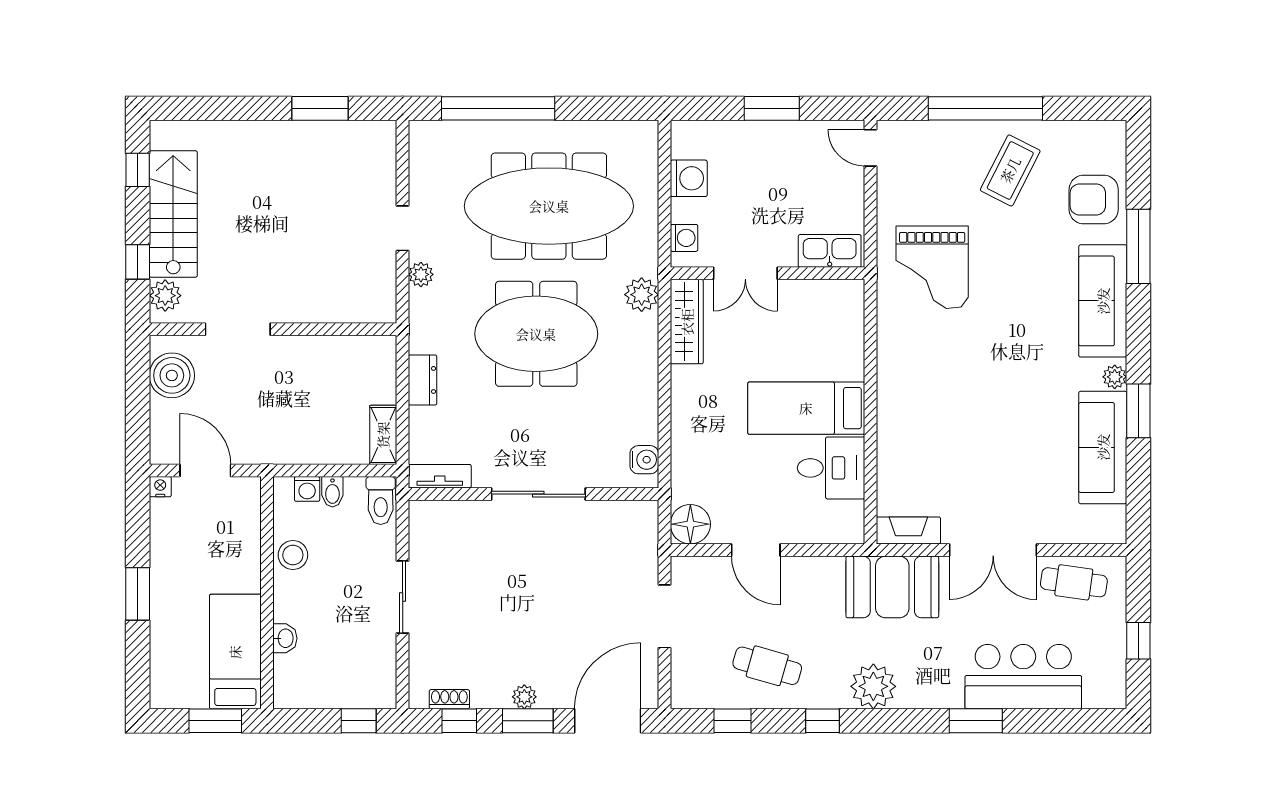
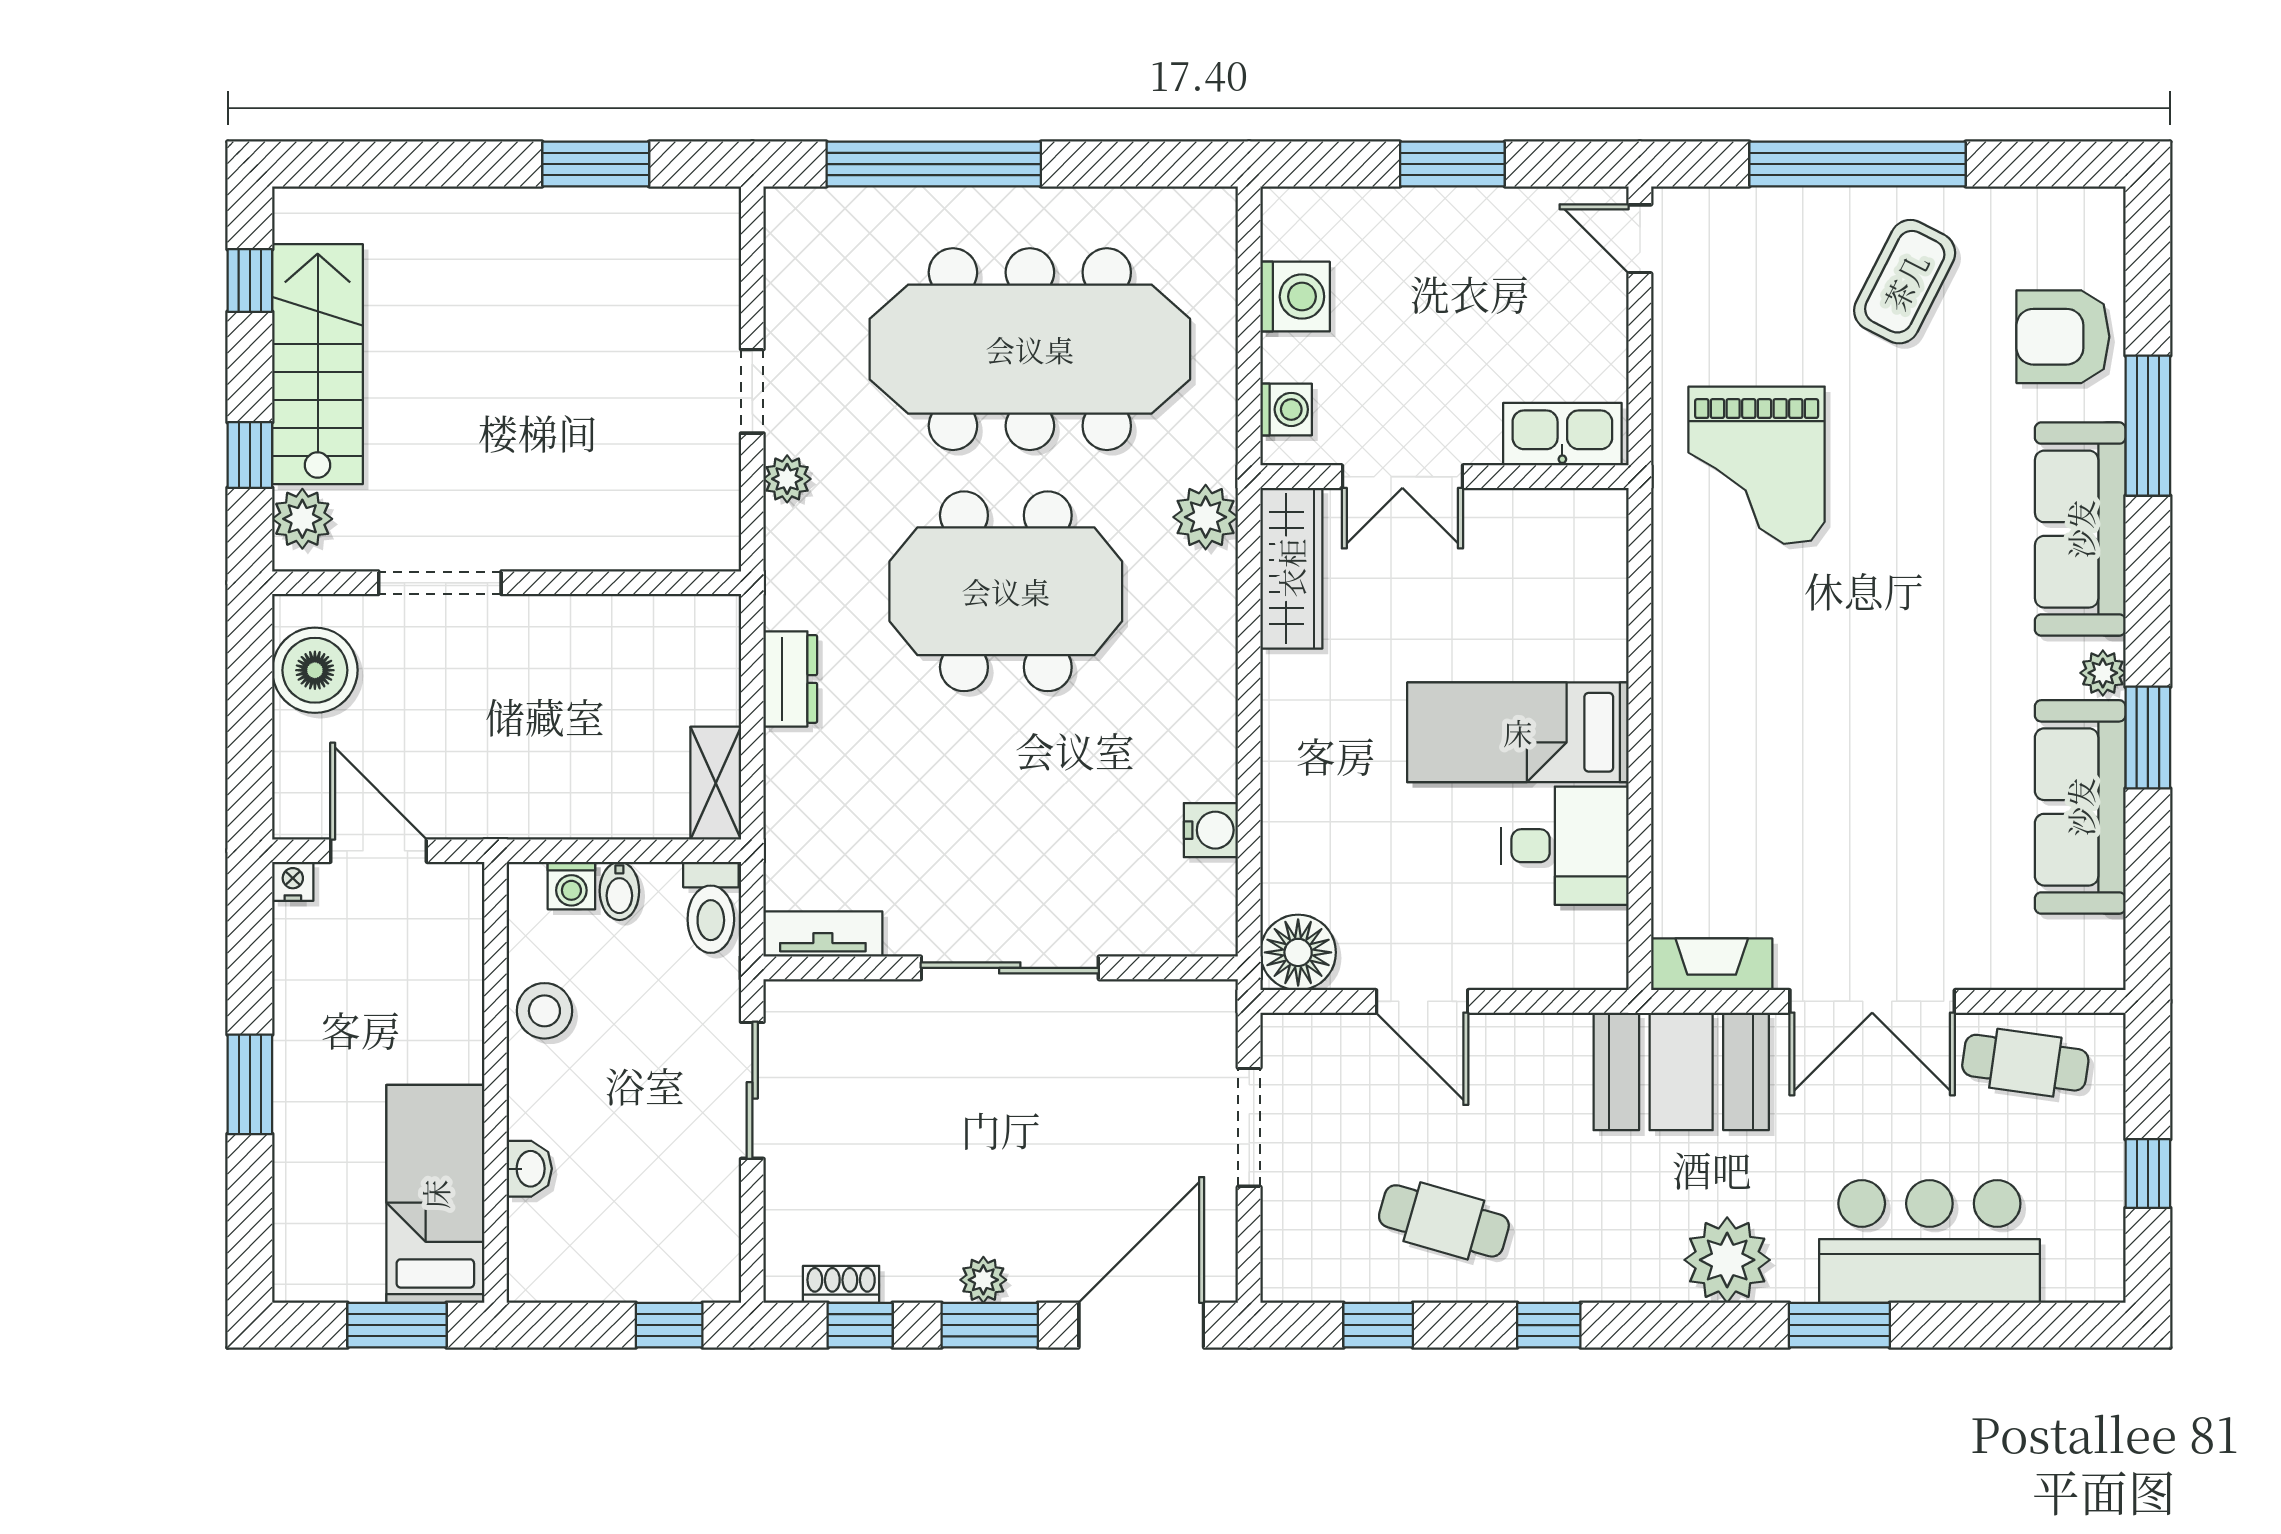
tv unit: (440, 476) -> (823, 934), moved
wall: (534, 494) -> (1001, 968), moved
sliding door: (538, 494) -> (1010, 968), moved
plant: (873, 686) -> (1727, 1260), moved

